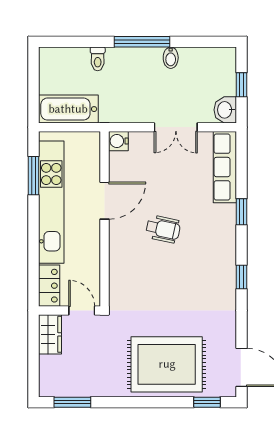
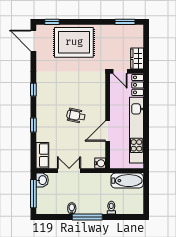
window: (242, 85) -> (33, 194), width x2.17
row of seats: (225, 167) -> (42, 155), width x0.68
window: (33, 176) -> (146, 144), removed

